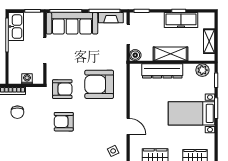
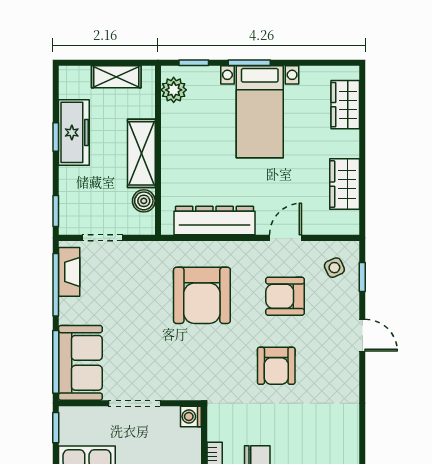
sofa: (72, 23) -> (80, 363), width x0.73
boiler: (135, 55) -> (144, 201), moved
dresser: (162, 71) -> (215, 220), moved, turned -90
washing machine: (27, 79) -> (191, 417), moved
armchair: (62, 89) -> (285, 296), moved, turned -90

